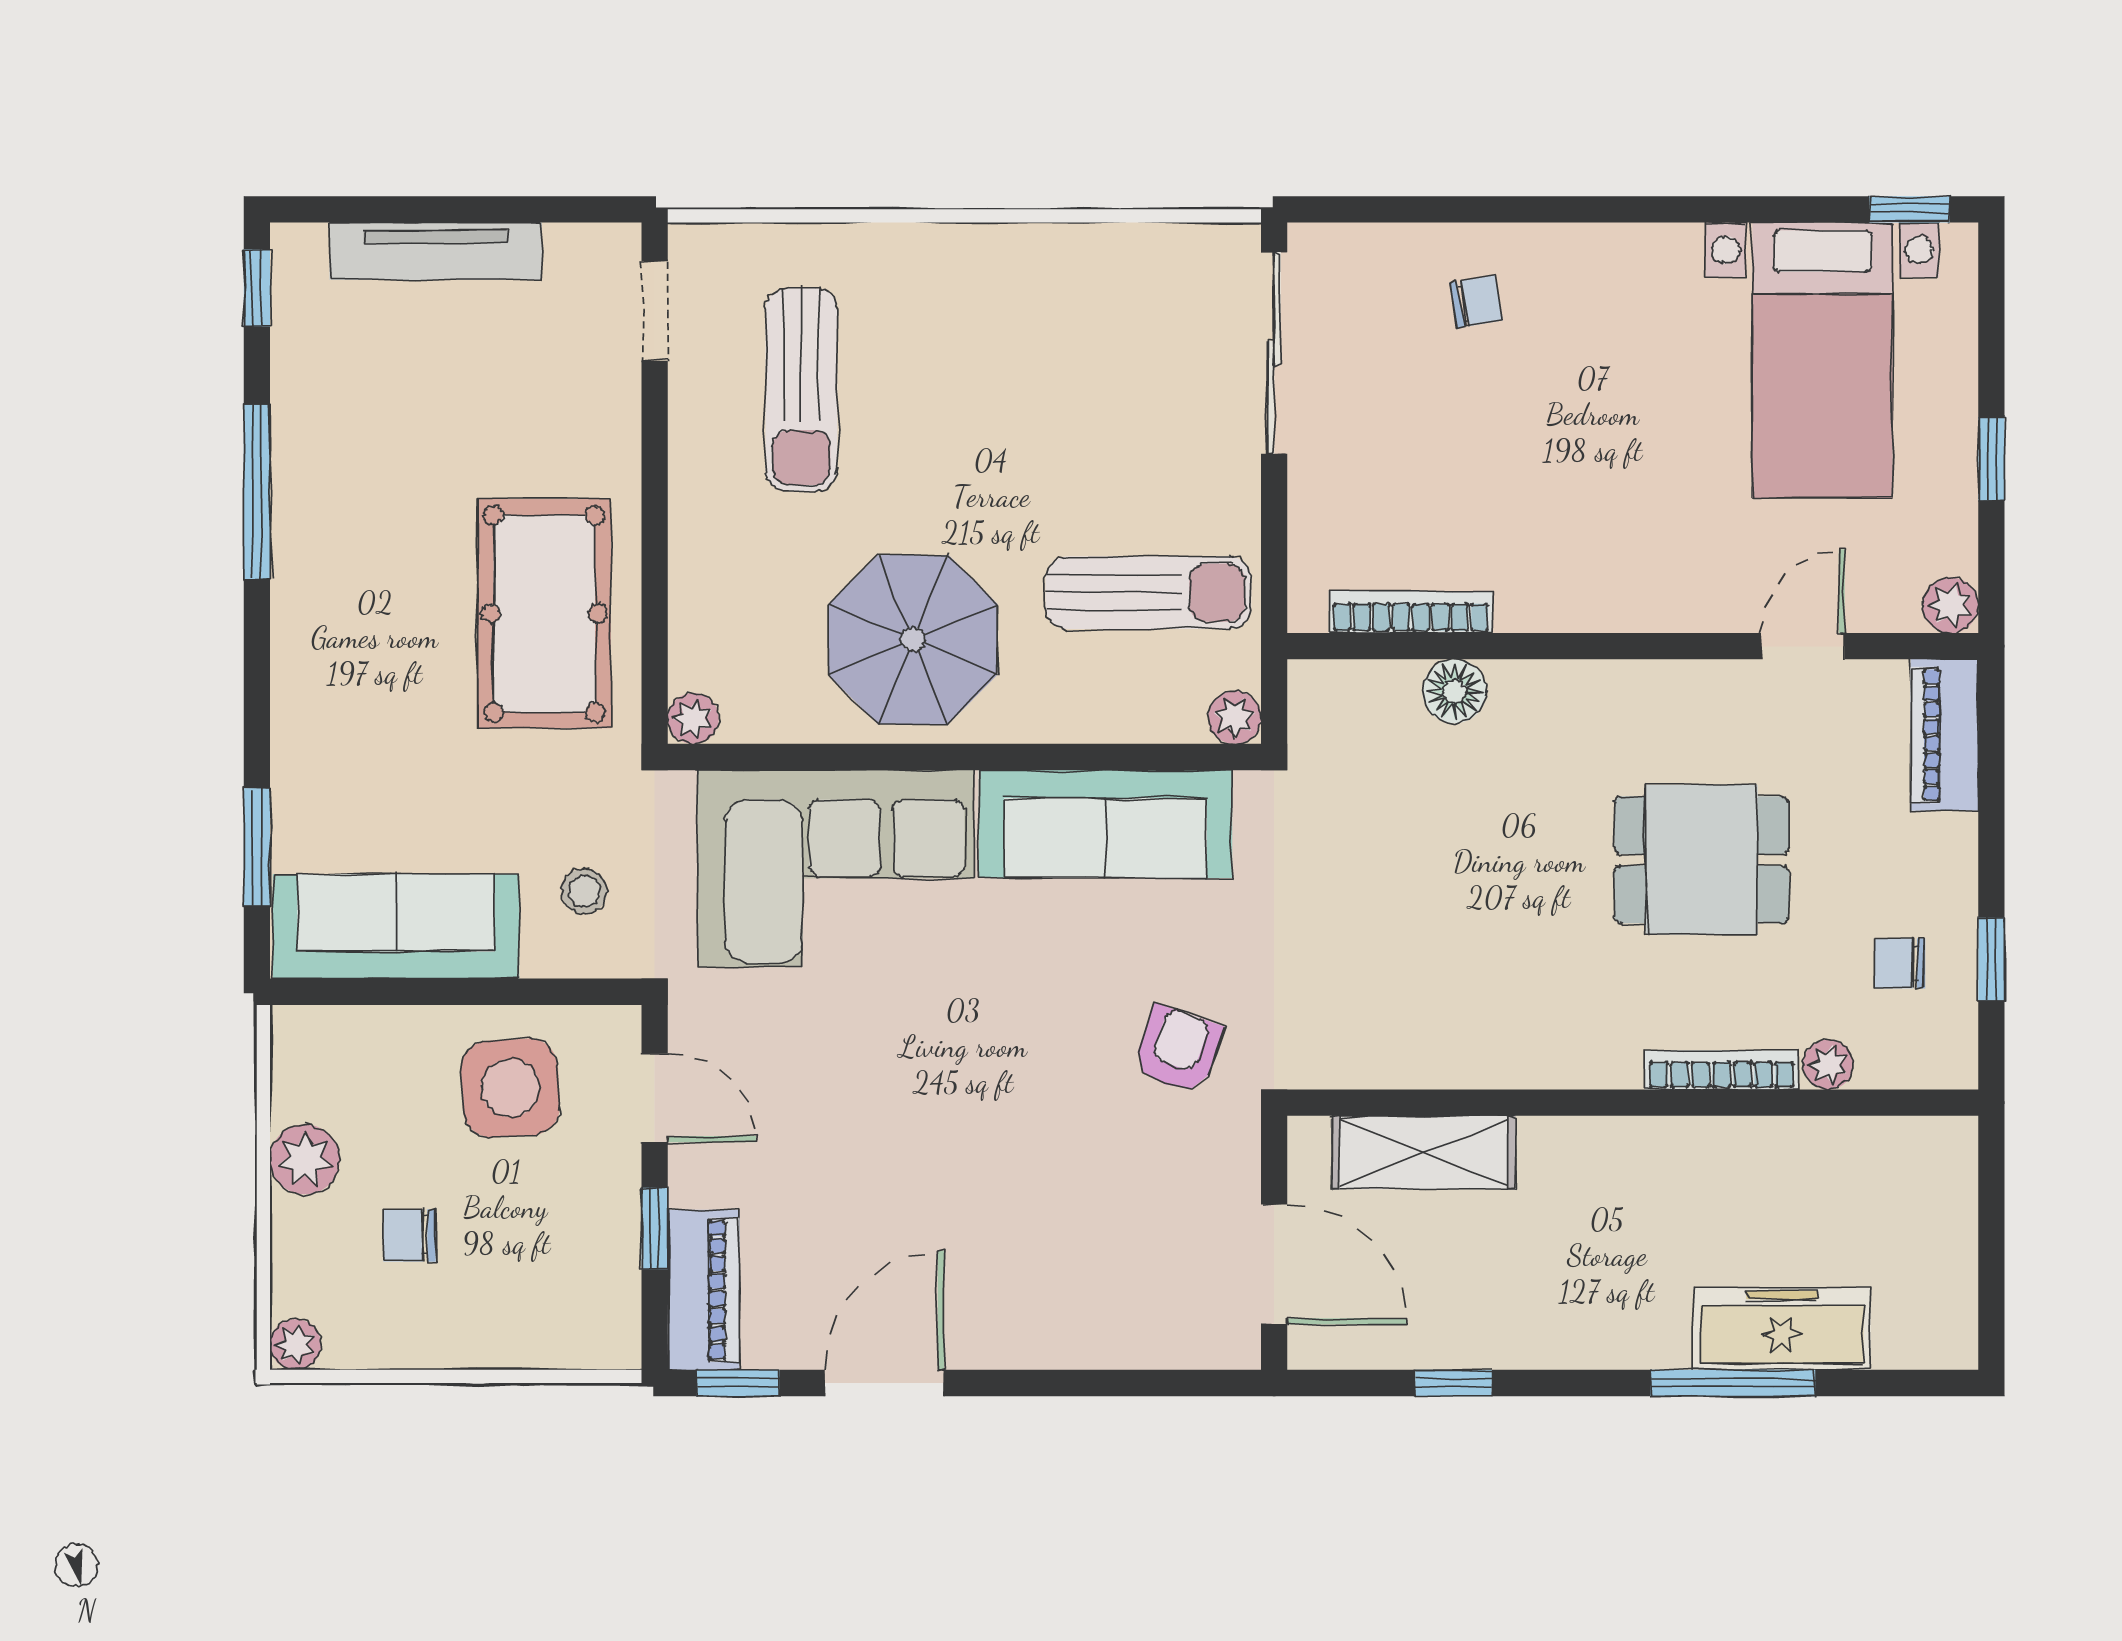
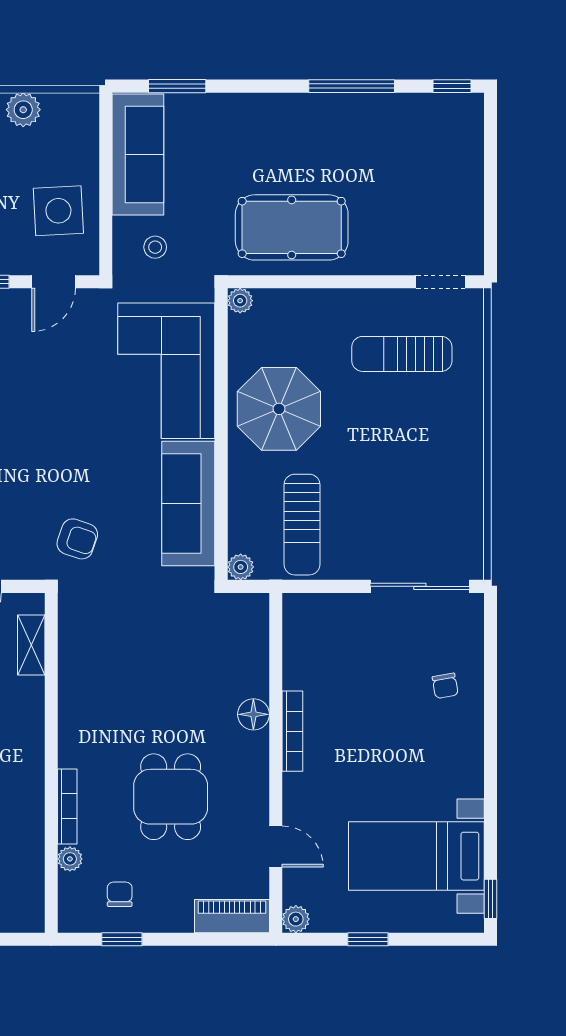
tv unit: (436, 251) -> (470, 174), removed
bookcase: (1411, 612) -> (292, 731), moved
floor lamp: (1455, 691) -> (253, 714), moved
shelving: (1424, 1152) -> (31, 645), width x0.67, depth x0.75

